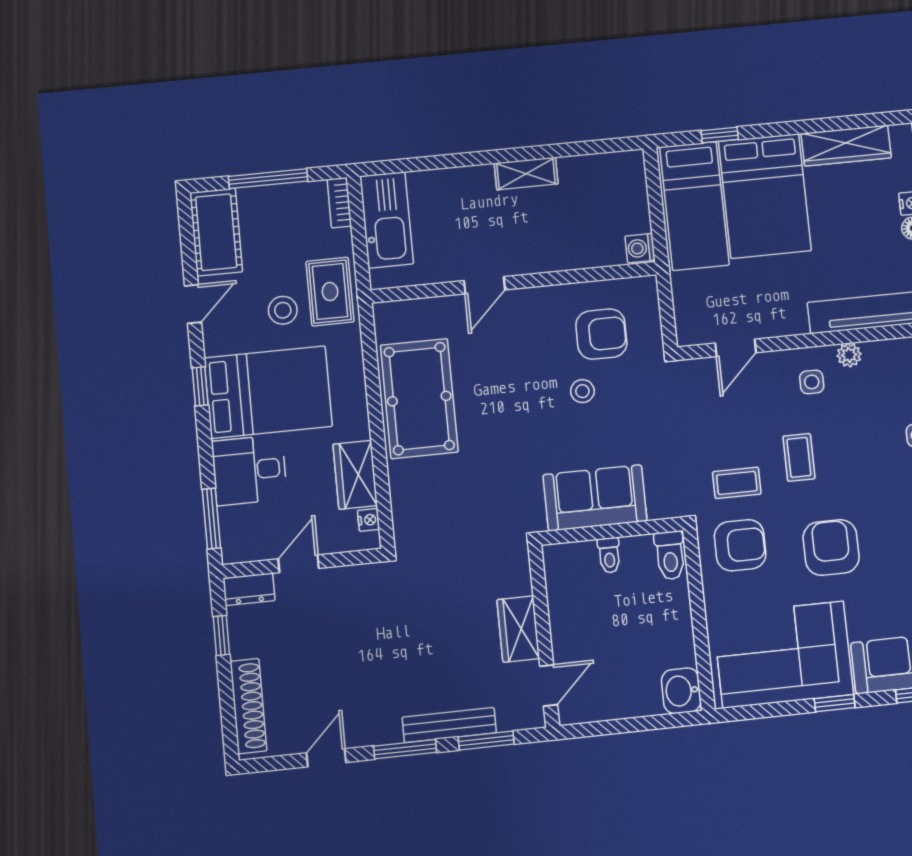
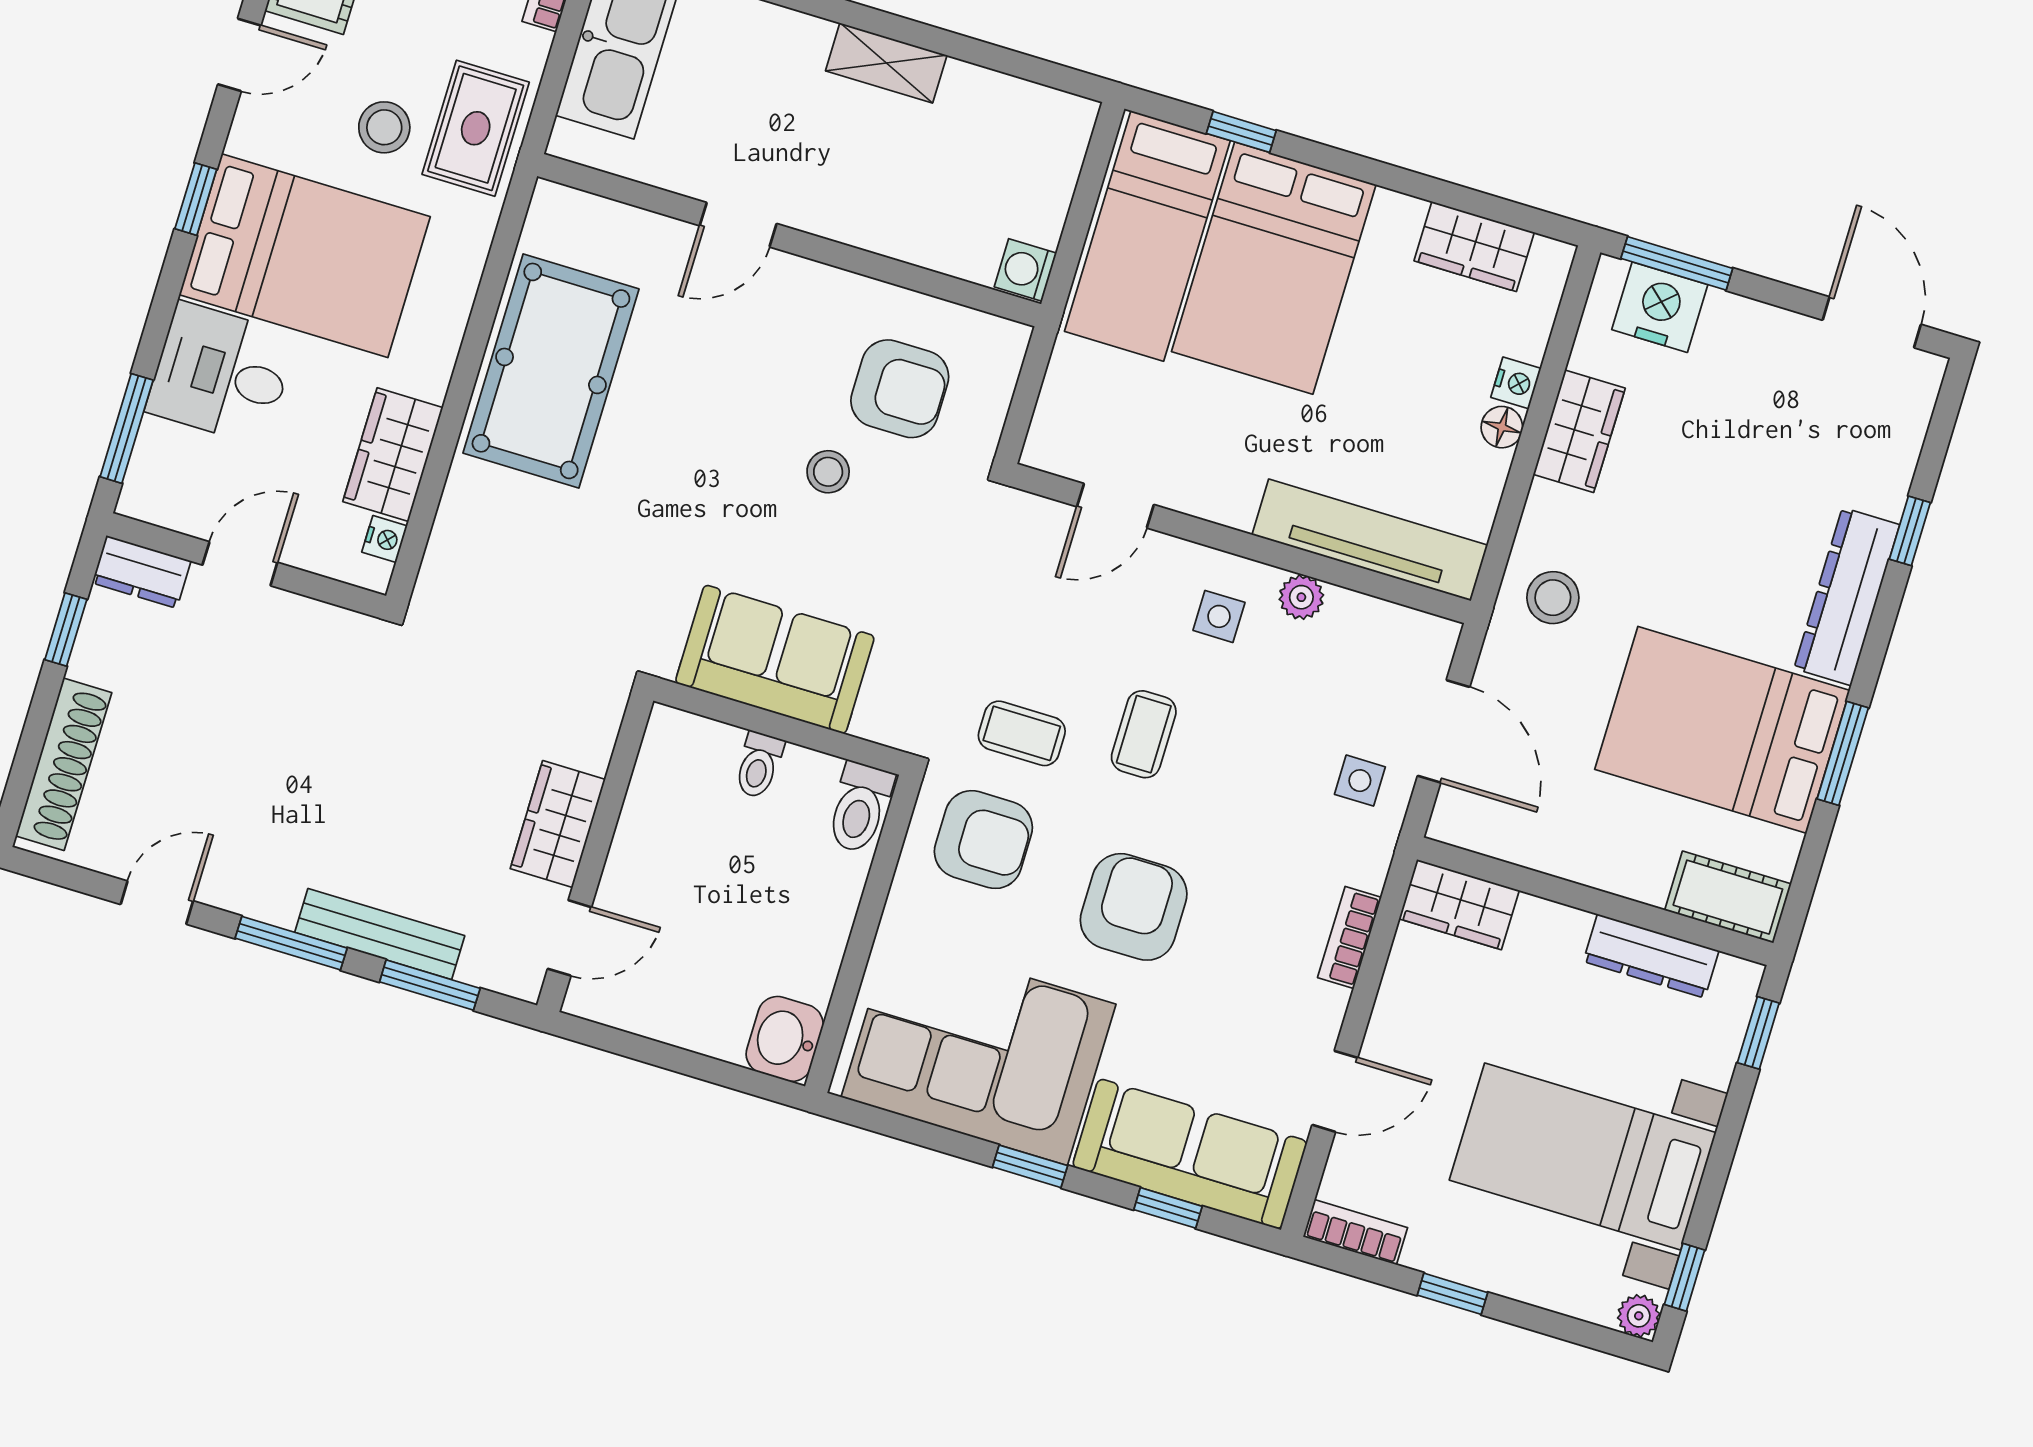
wardrobe: (846, 146) -> (1474, 247), width x0.67

